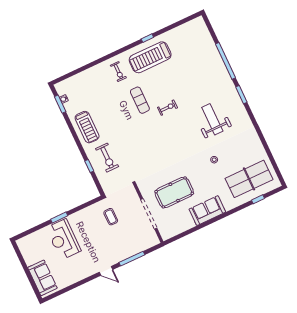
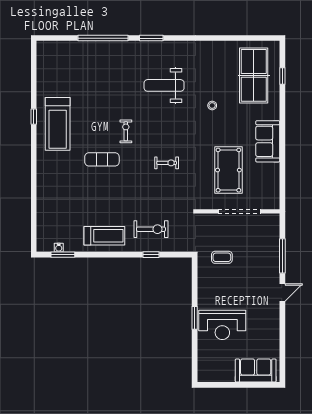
exercise bike: (118, 72) -> (167, 163), moved

